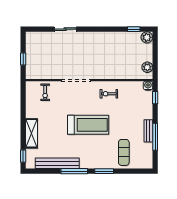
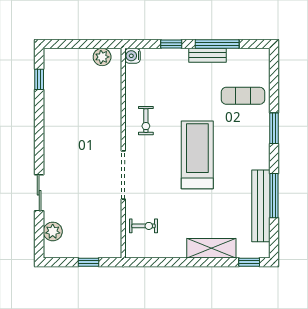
plant: (147, 37) -> (53, 231), moved
window: (155, 98) -> (171, 44), moved
window: (74, 171) -> (274, 196), moved

